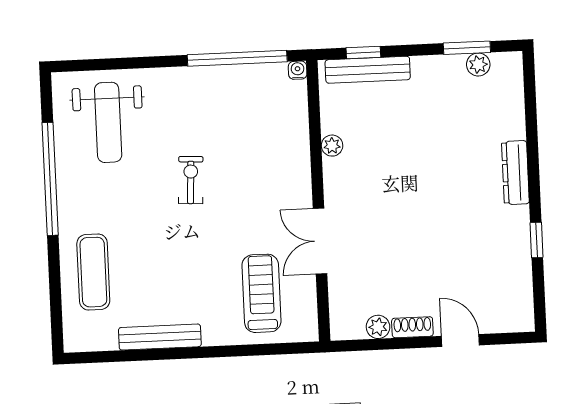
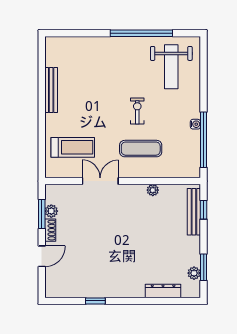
water cooler: (298, 70) -> (195, 124), moved
weight bench: (108, 122) -> (171, 67), turned -90
dresser: (515, 173) -> (163, 291), moved
exercise bike: (191, 180) -> (137, 111), turned -93
exercise mat: (93, 272) -> (141, 149), moved
window: (384, 344) -> (42, 214), added

